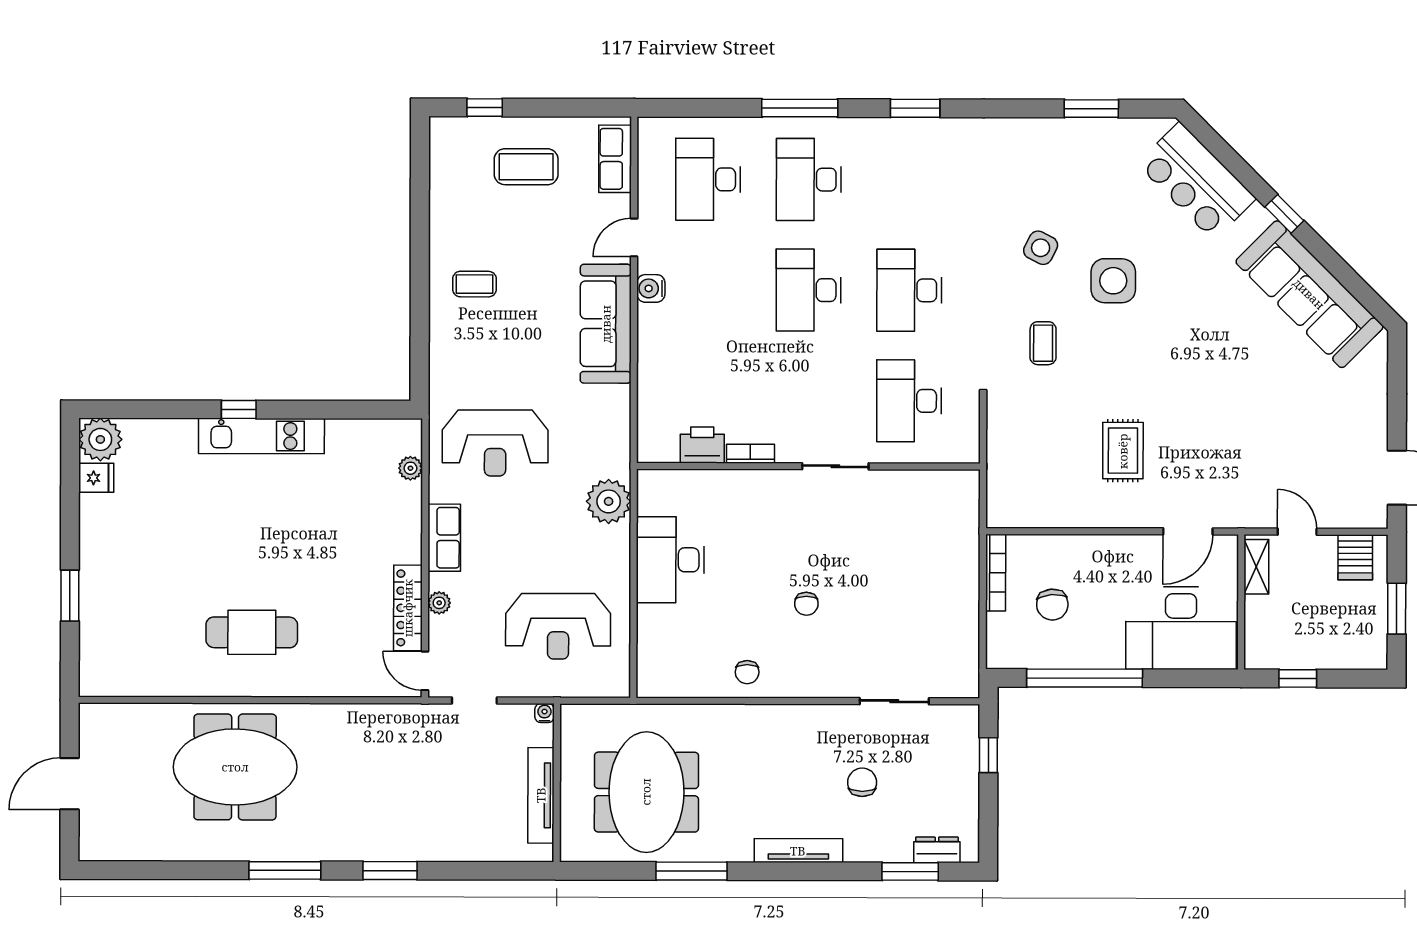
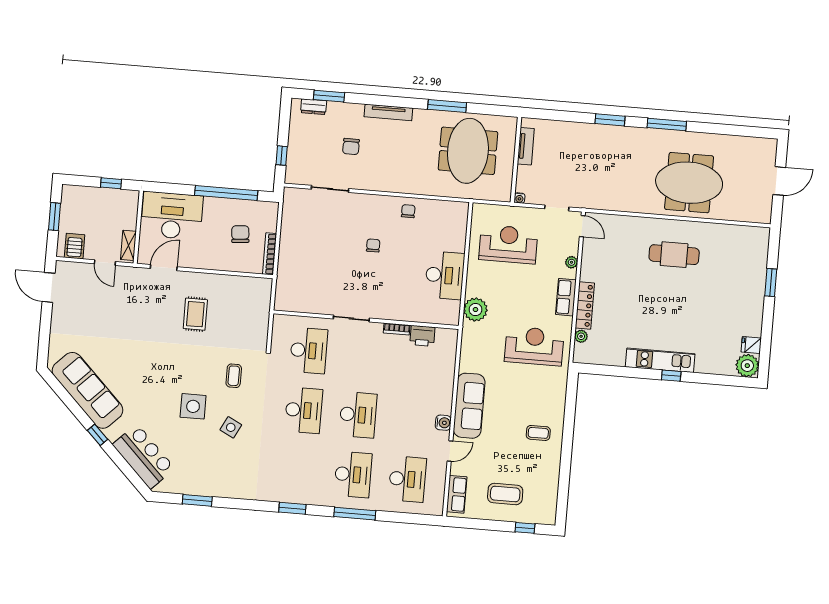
locker: (408, 608) -> (585, 305), moved
tv unit: (541, 795) -> (526, 146), width x0.71

